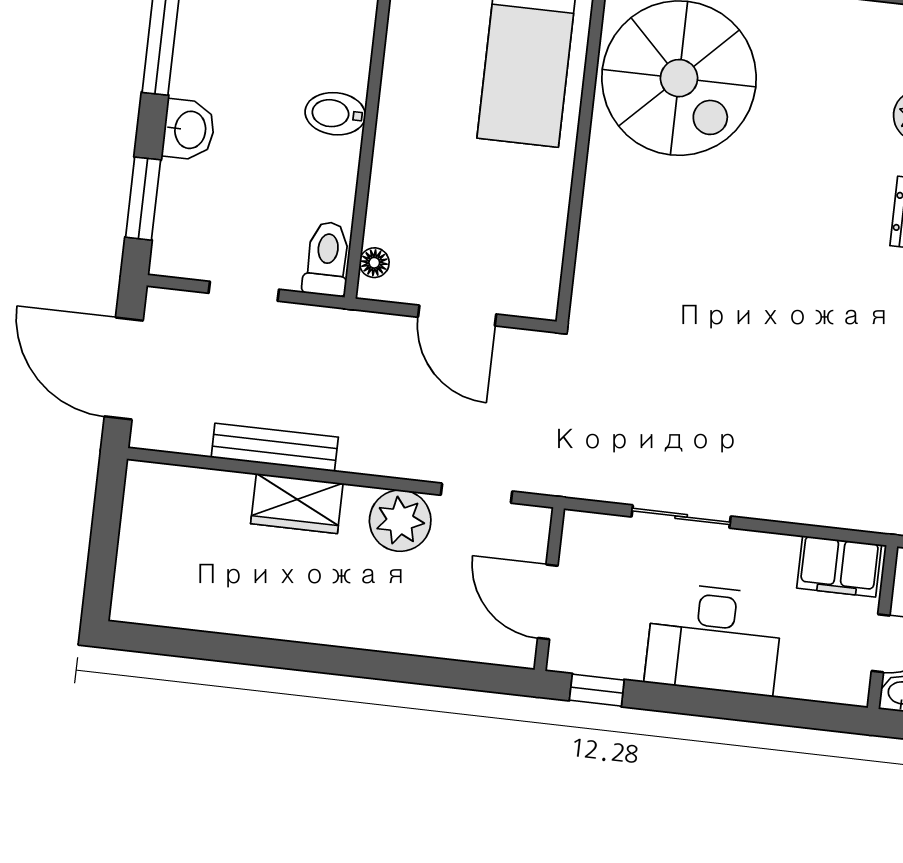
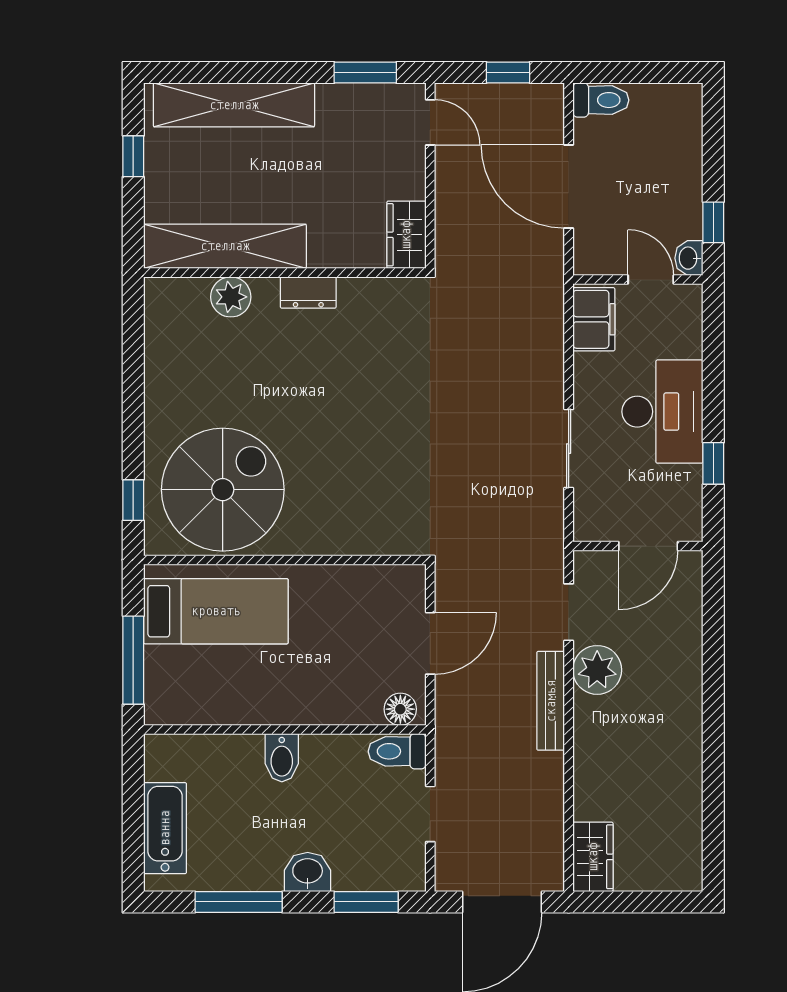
floor lamp: (374, 263) -> (400, 709), width x1.37, depth x1.37
bench: (275, 447) -> (551, 701), moved
wardrobe: (297, 503) -> (593, 857), moved
window: (597, 690) -> (713, 463), moved

